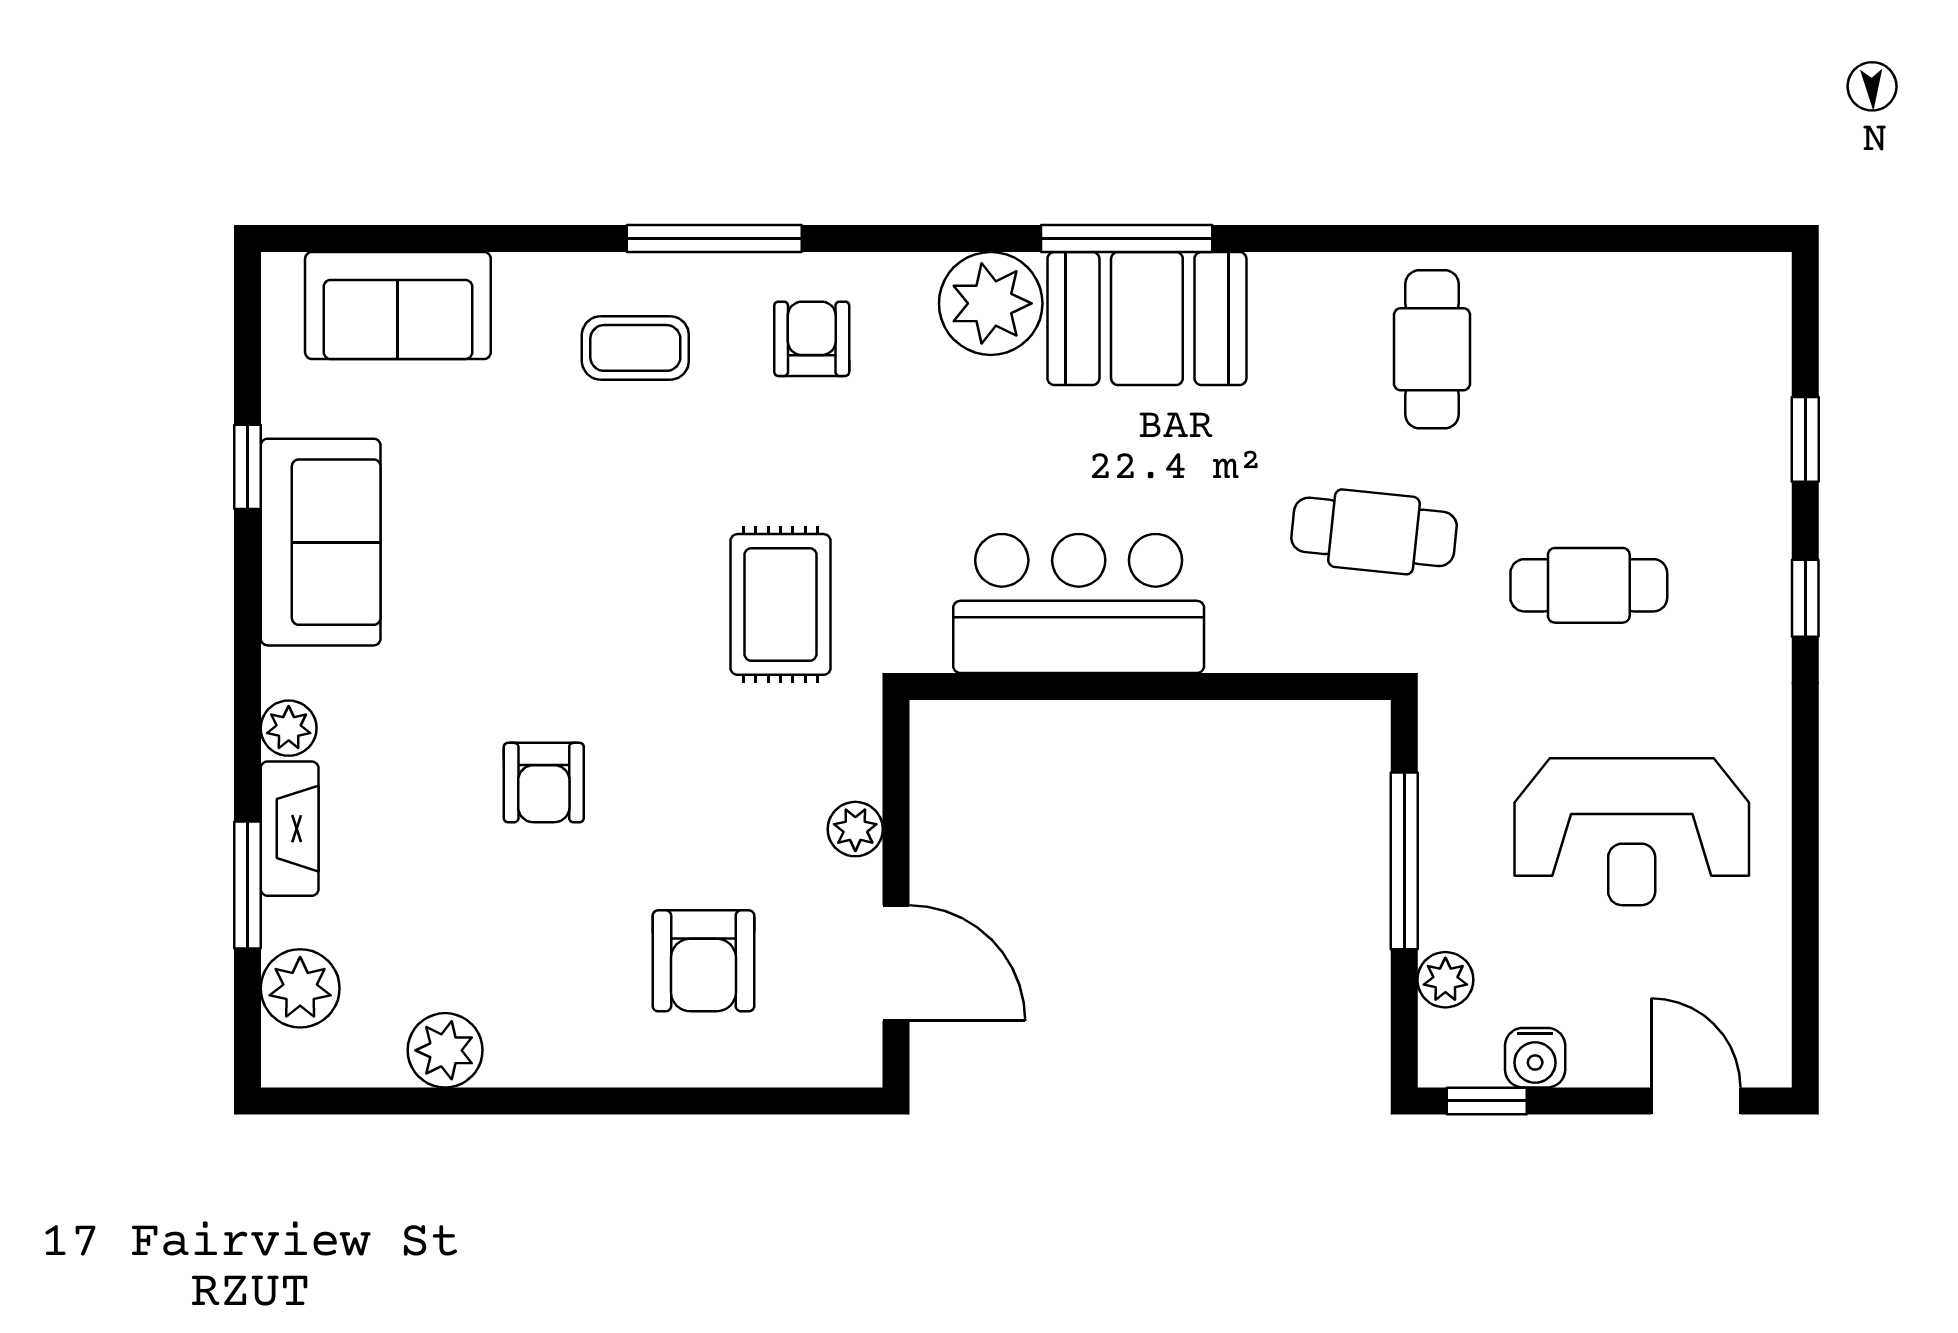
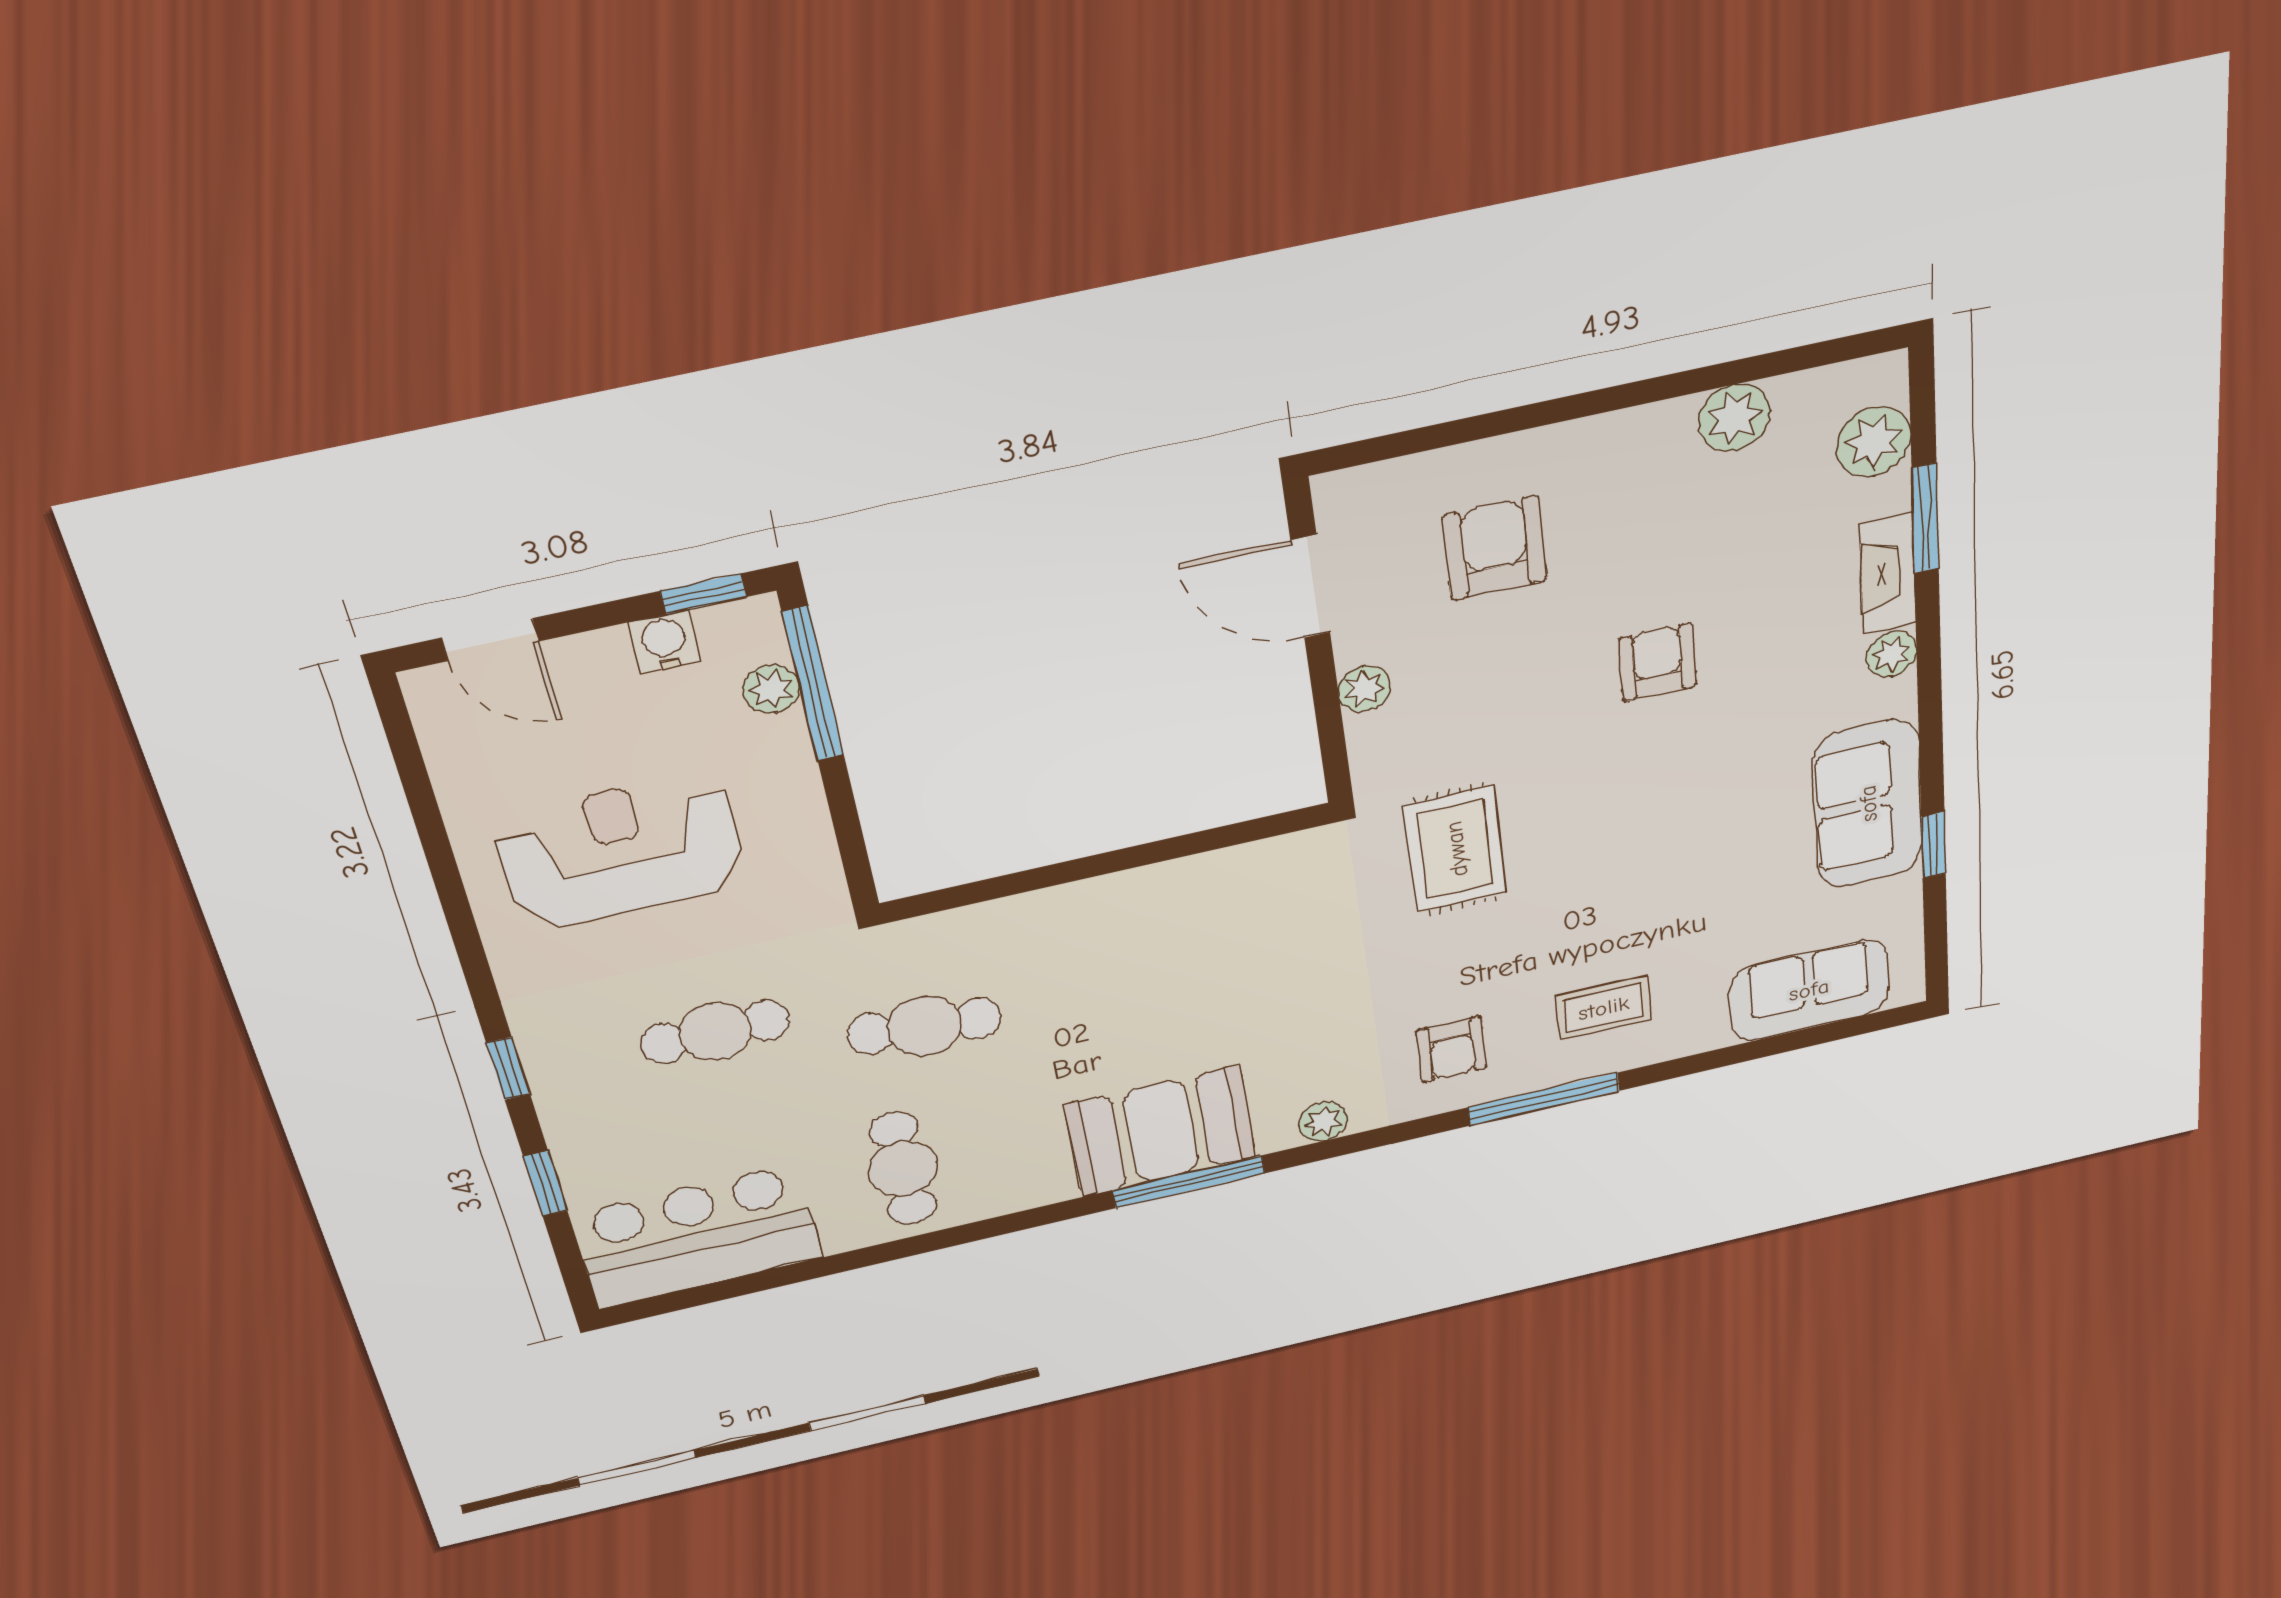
plant: (991, 303) -> (1323, 1122), width x0.53, depth x0.53
bar counter: (1079, 603) -> (697, 1236), moved, turned 180
window: (1404, 861) -> (813, 684), moved

